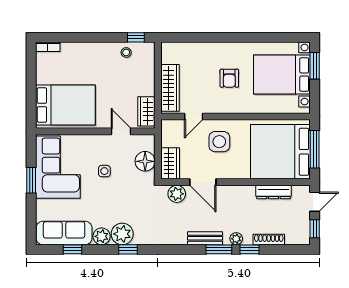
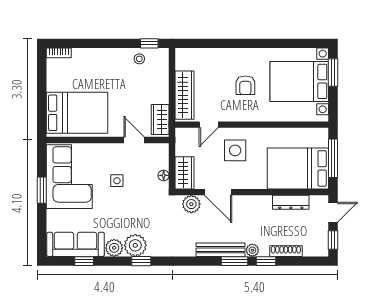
bed: (280, 152) -> (298, 168), width x0.73
floor lamp: (145, 161) -> (164, 175), width x0.53, depth x0.53
bench: (205, 238) -> (220, 250), width x1.36

